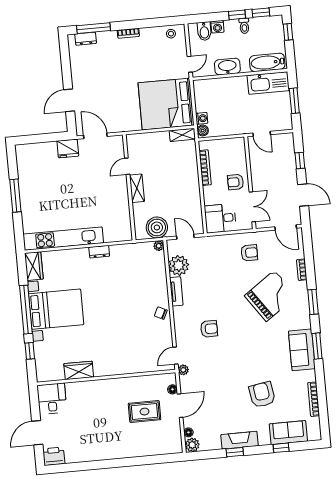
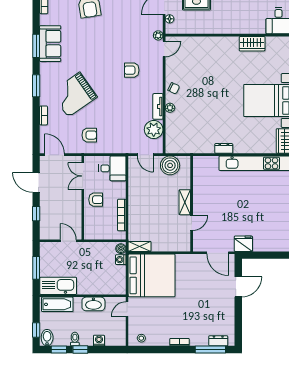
bidet: (204, 31) -> (47, 338), moved
plant: (159, 246) -> (170, 108), moved
armchair: (249, 253) -> (89, 135), turned 180

